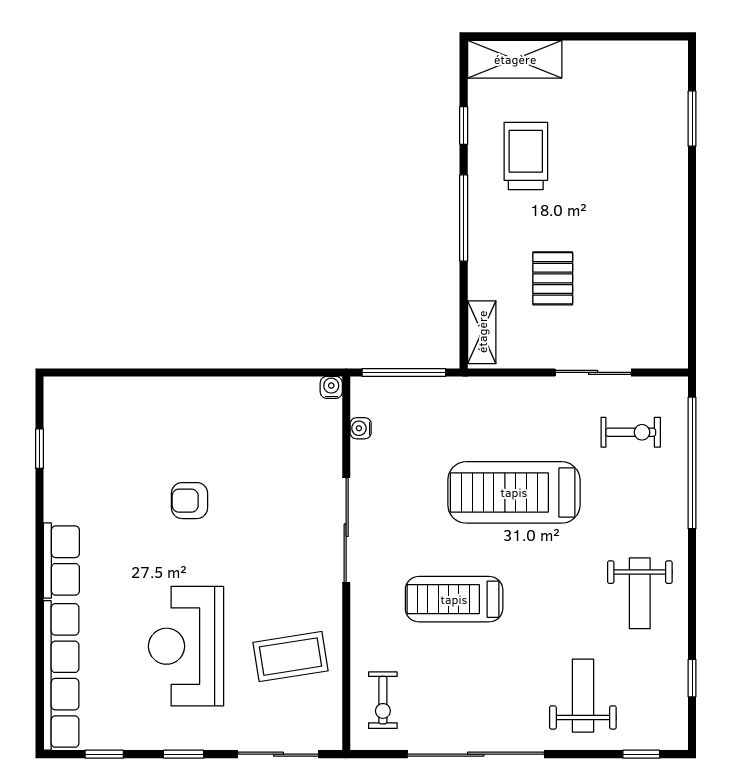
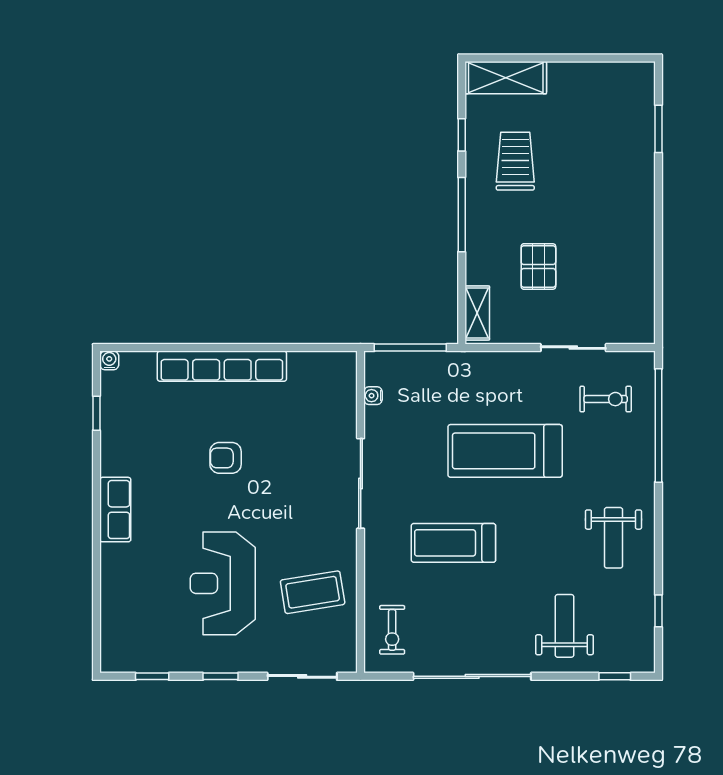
water cooler: (331, 387) -> (109, 360), moved
row of seats: (61, 675) -> (222, 366), moved, turned 90

